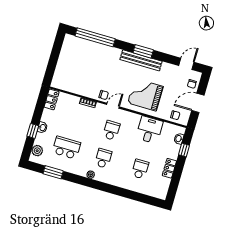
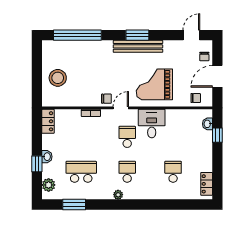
stool: (69, 67) -> (58, 78), added
desk: (149, 130) -> (152, 124), moved
locker: (169, 168) -> (207, 184), moved

